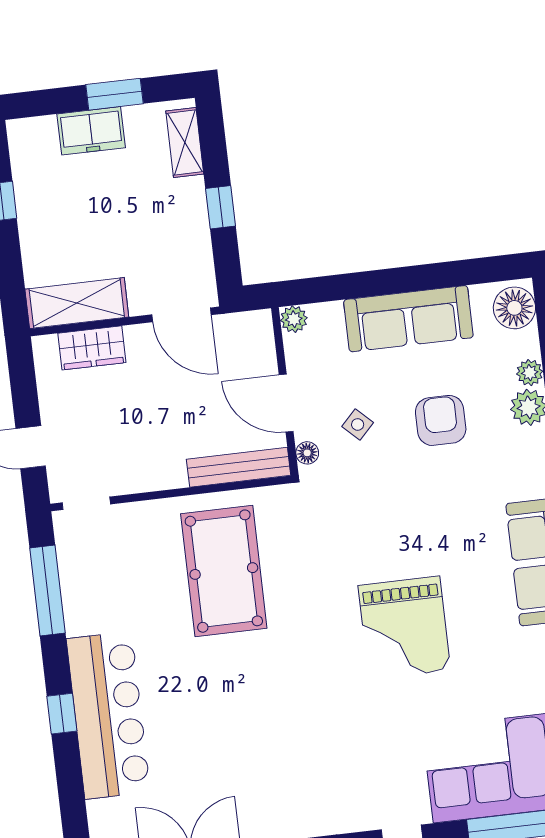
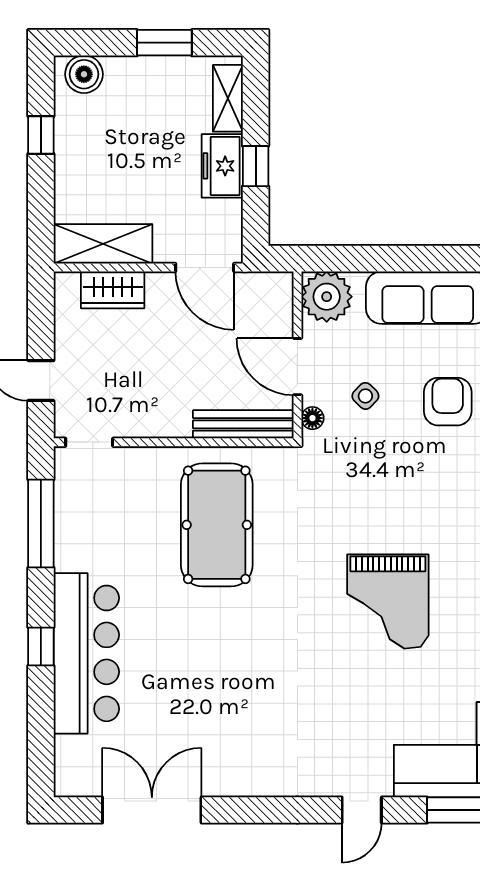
freezer: (91, 131) -> (222, 166), moved, turned 90
boiler: (38, 135) -> (84, 74), added
plant: (294, 319) -> (327, 297), width x1.88, depth x1.88

